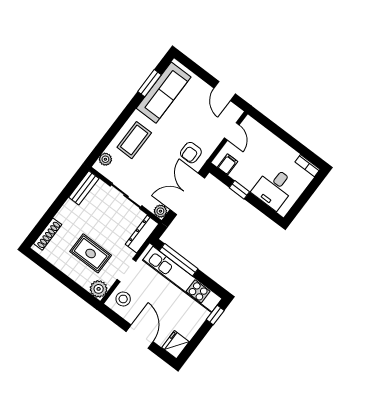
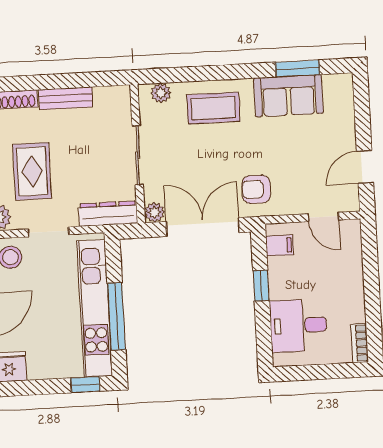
sofa: (164, 93) -> (288, 96), width x0.73
door: (232, 131) -> (324, 217), hinge flipped
bench: (84, 188) -> (66, 98), moved
window: (179, 260) -> (116, 316), moved

